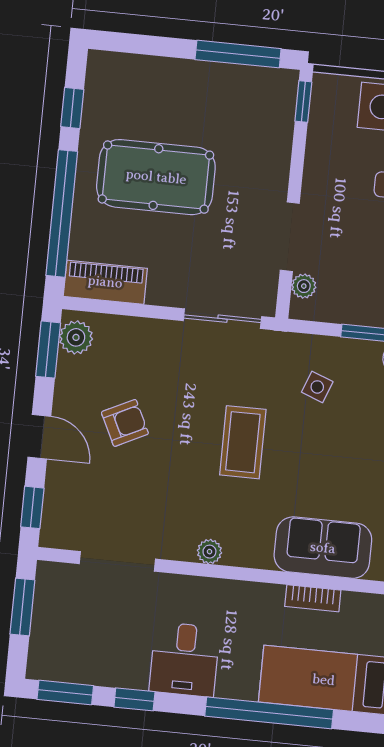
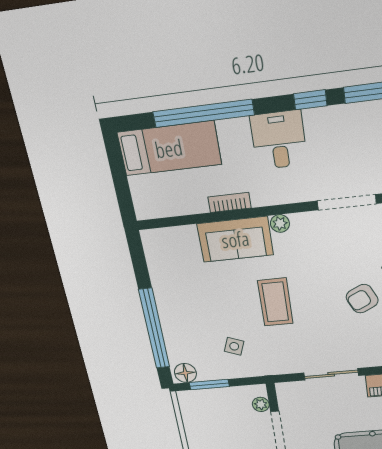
sliding door: (222, 319) -> (331, 374), moved
sofa: (323, 548) -> (235, 239), moved
bookcase: (313, 598) -> (229, 202), moved

